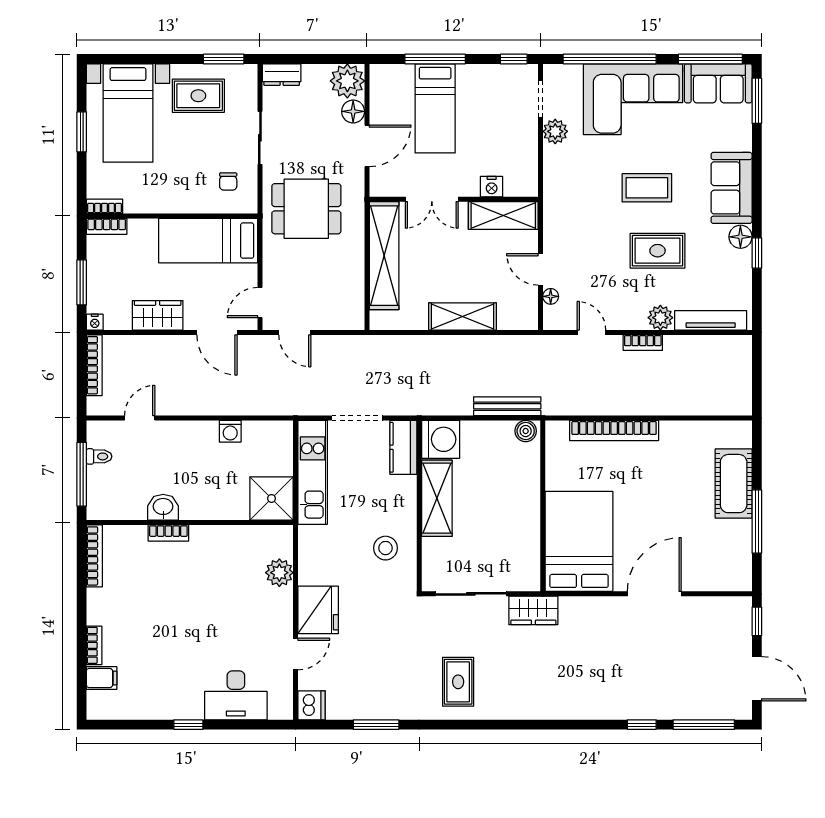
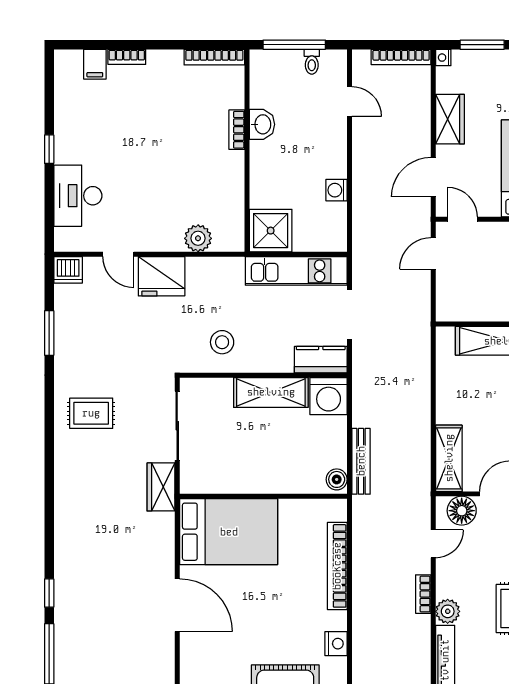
floor lamp: (551, 296) -> (462, 511), width x1.89, depth x1.89
shelving: (462, 316) -> (449, 458), moved
nightstand: (693, 432) -> (336, 644), added

